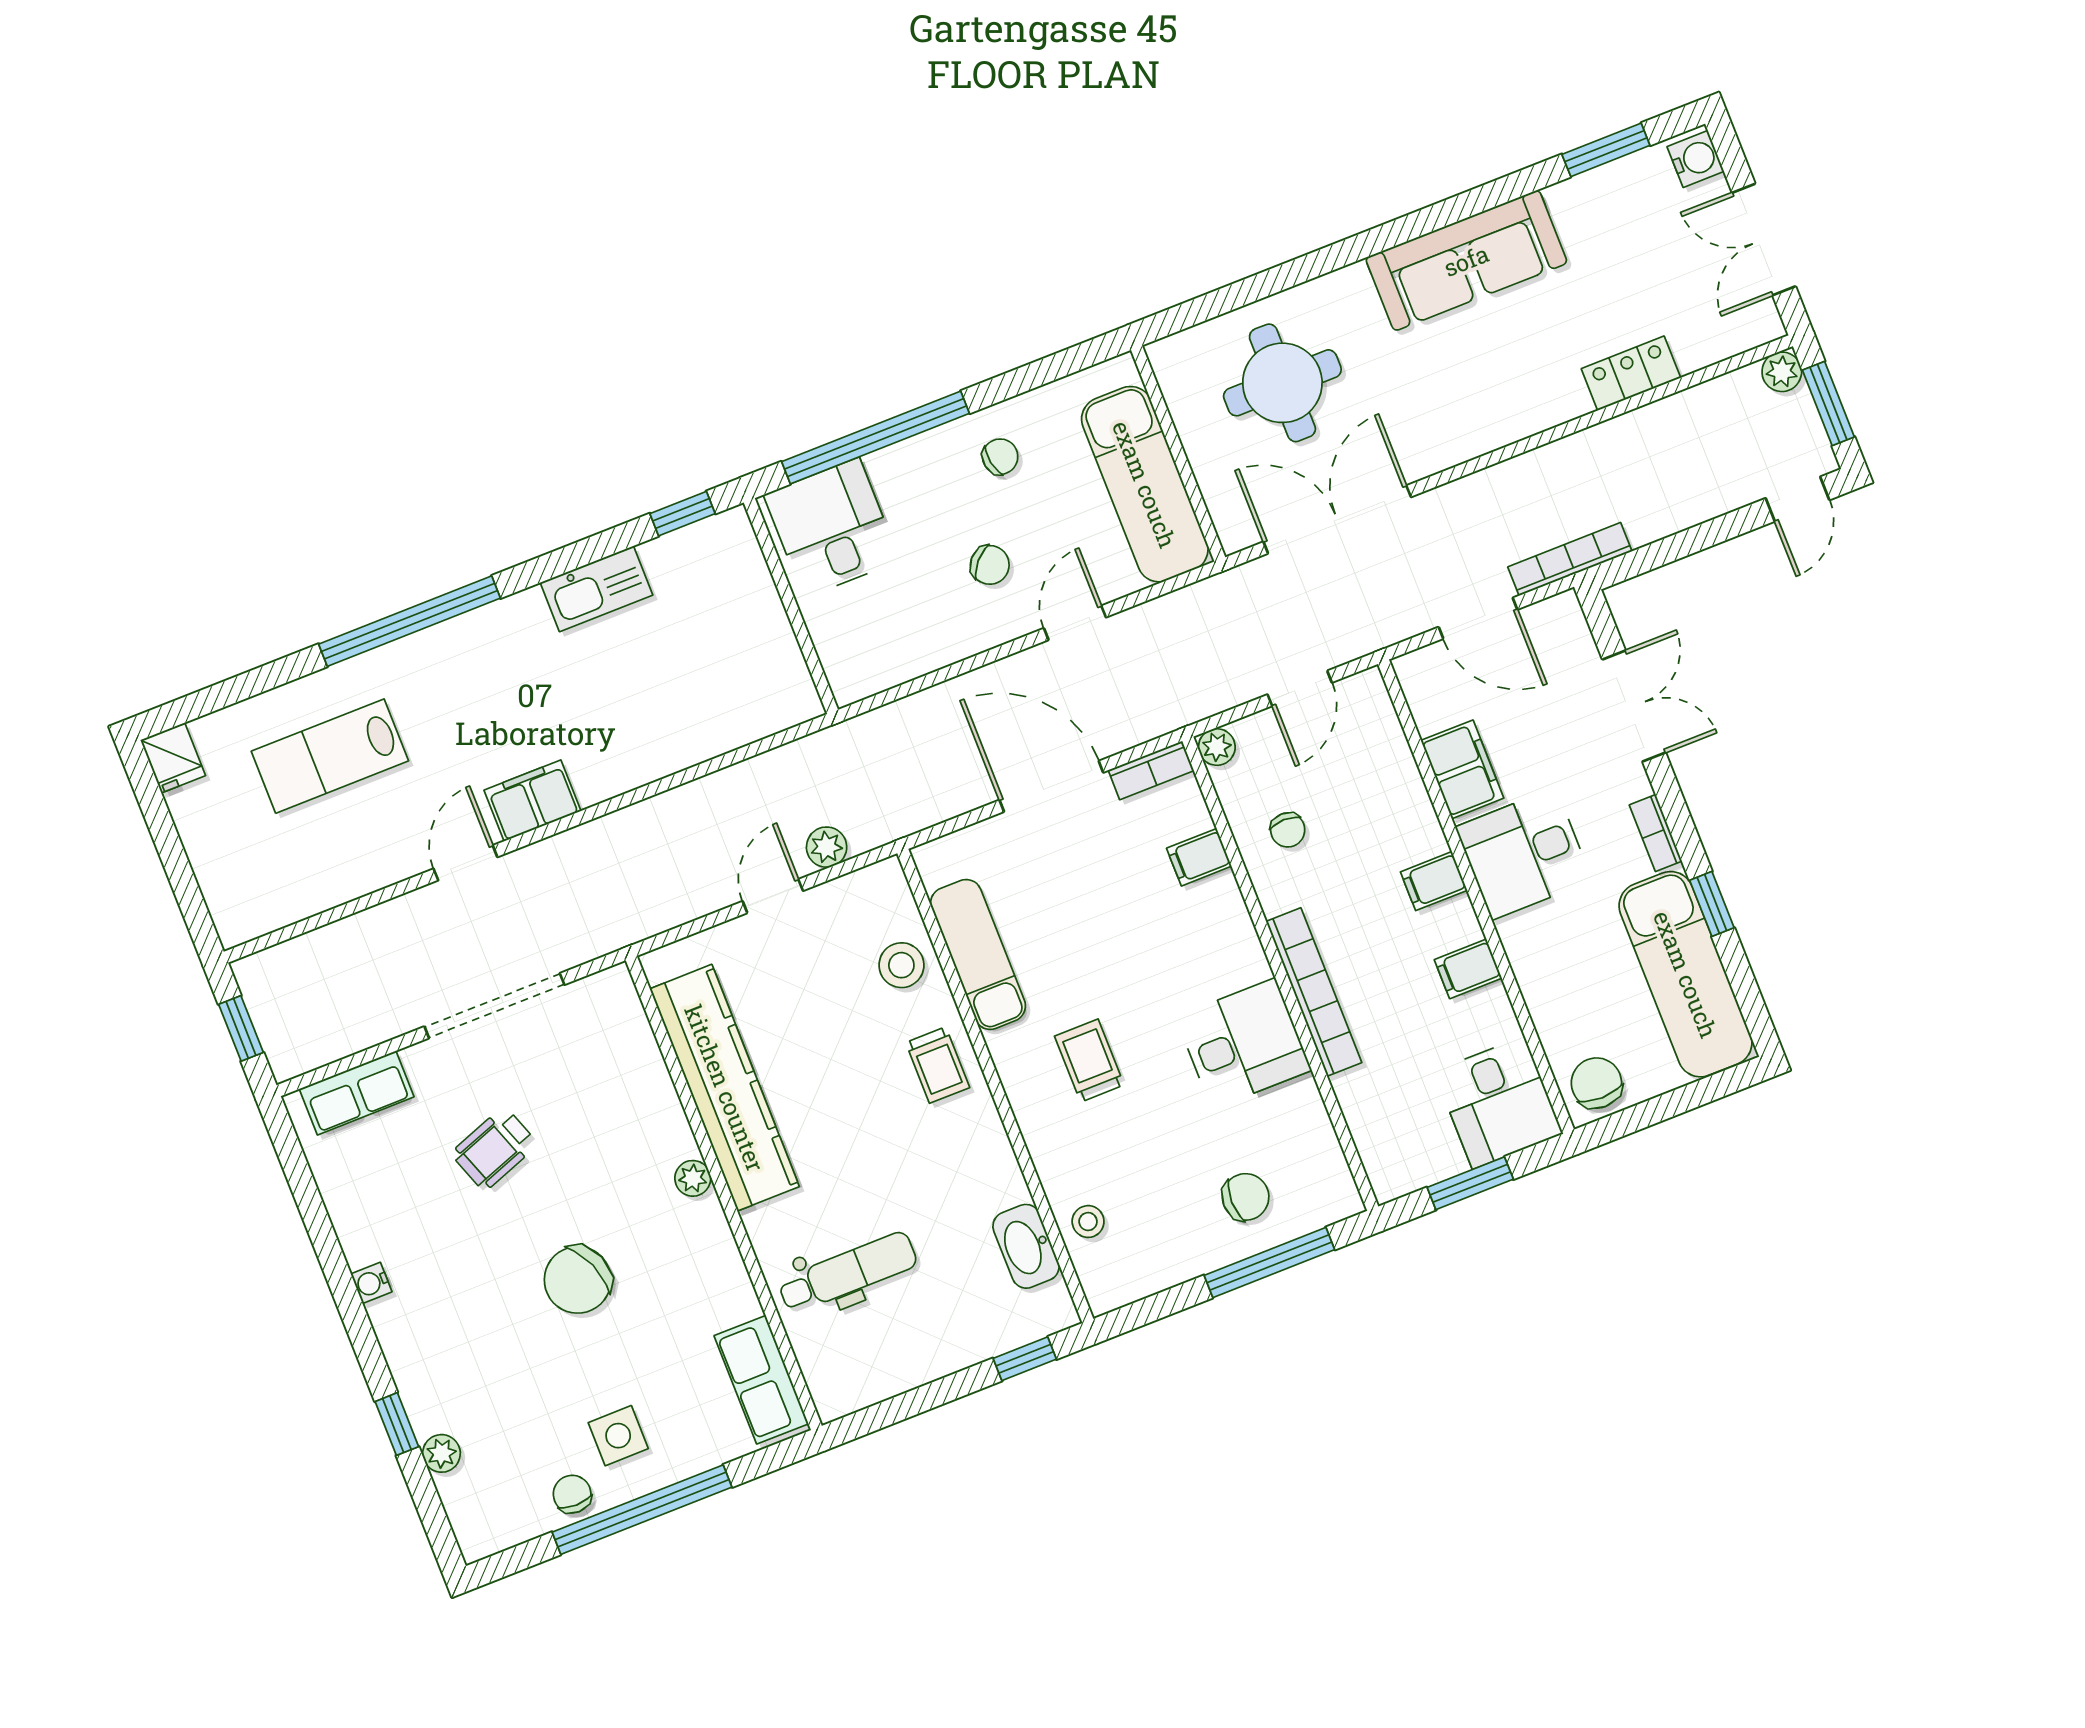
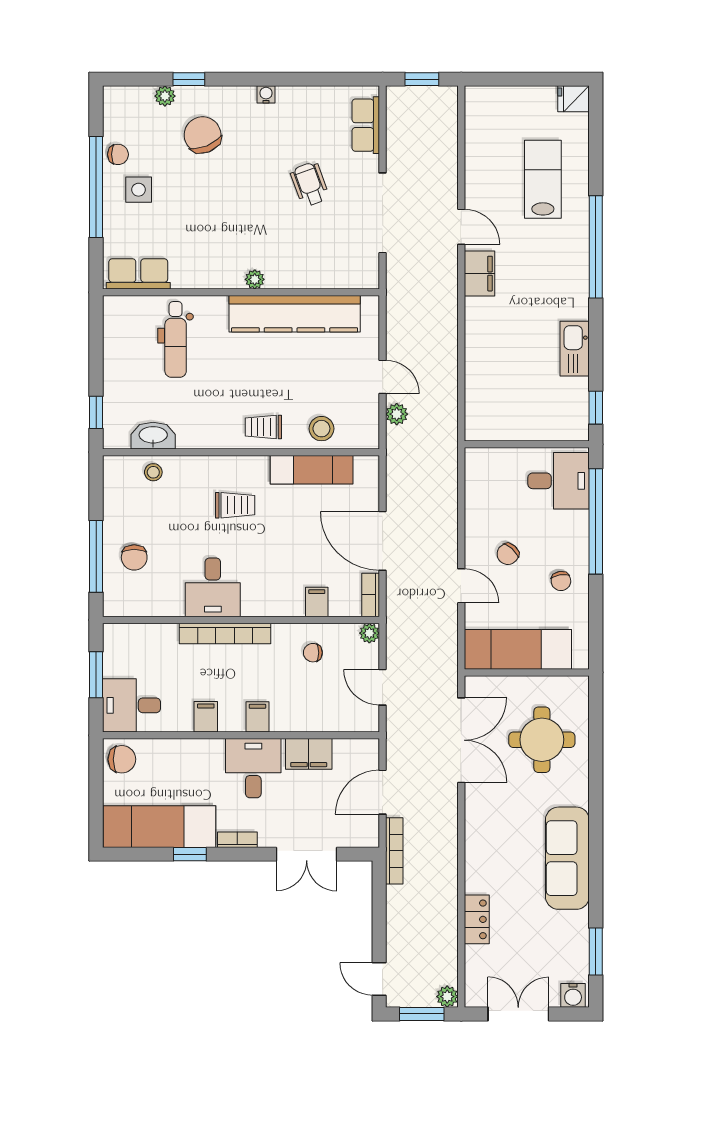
door: (1051, 786) -> (383, 541), swing flipped
chair: (578, 1280) -> (203, 135), moved

